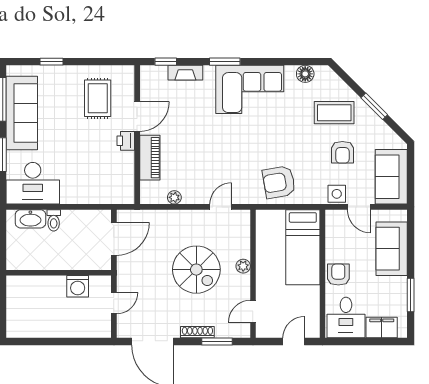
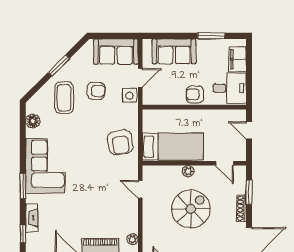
plant: (174, 197) -> (133, 239), moved
bed: (303, 247) -> (173, 147), moved

